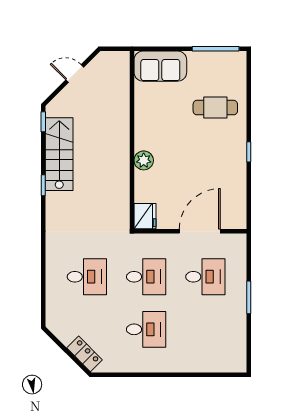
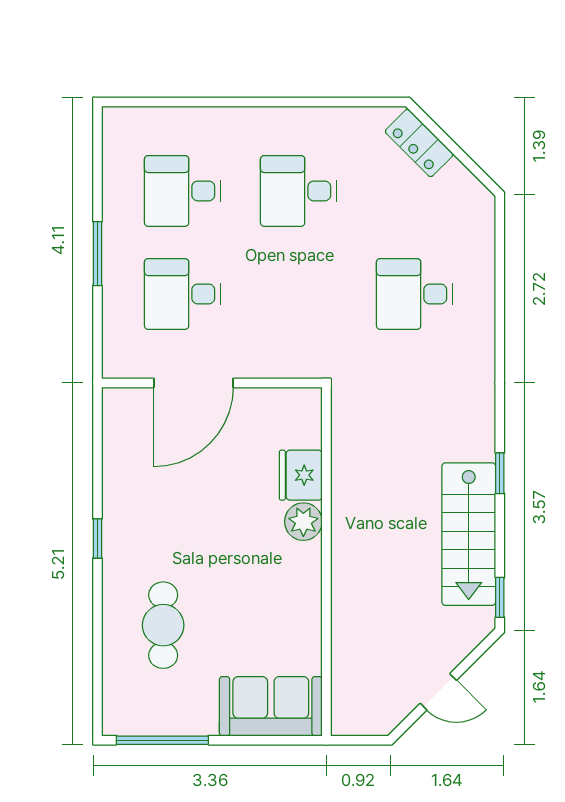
cafe table: (215, 108) -> (163, 625), turned 90
fridge: (145, 216) -> (301, 475), moved
desk: (146, 277) -> (183, 191), moved

